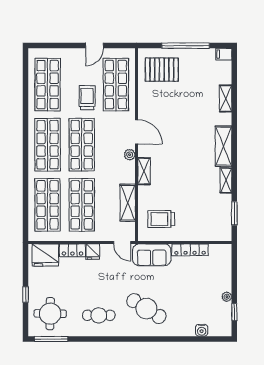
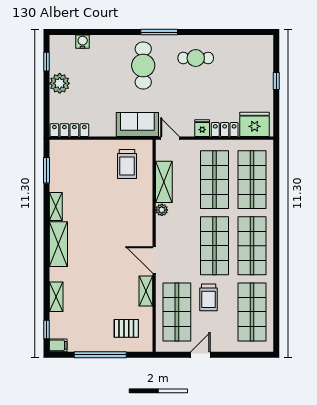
window: (234, 69) -> (47, 329), added
pallet: (162, 70) -> (126, 328), width x0.67, depth x0.71
plant: (130, 155) -> (162, 210), moved
shelving: (144, 171) -> (146, 291), moved
trolley: (161, 219) -> (127, 164), turned 90
locker: (190, 250) -> (69, 130), moved
plant: (227, 297) -> (60, 83), width x1.87, depth x1.87
cafe table: (146, 309) -> (143, 66), turned 58
round table: (50, 314) -> (249, 60), removed
window: (51, 339) -> (159, 32), moved

